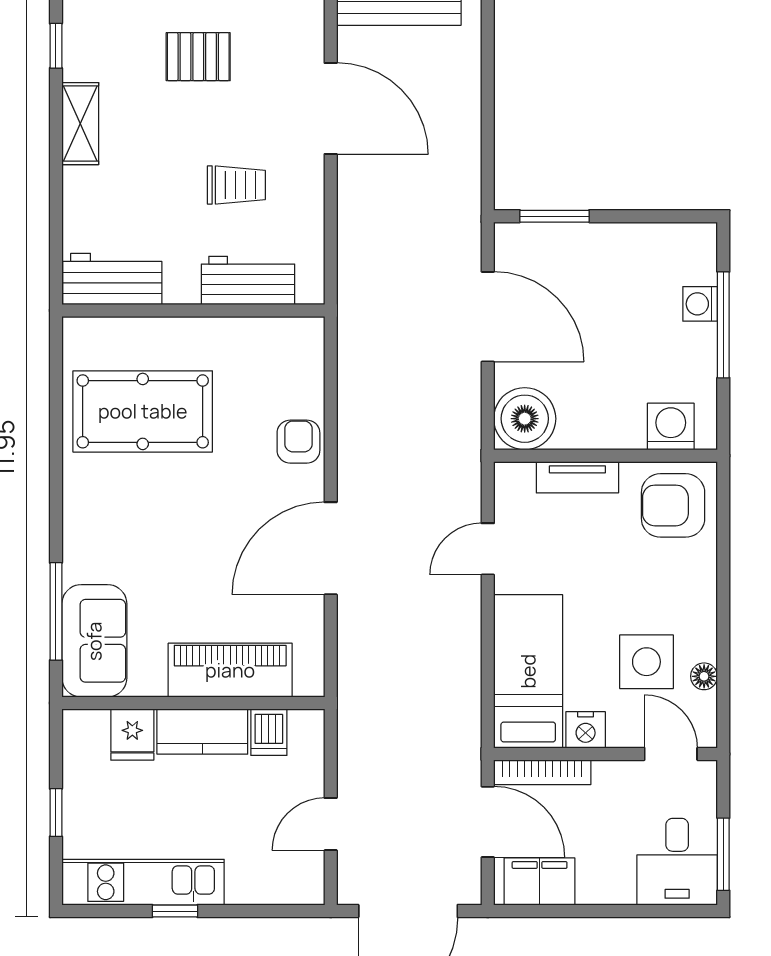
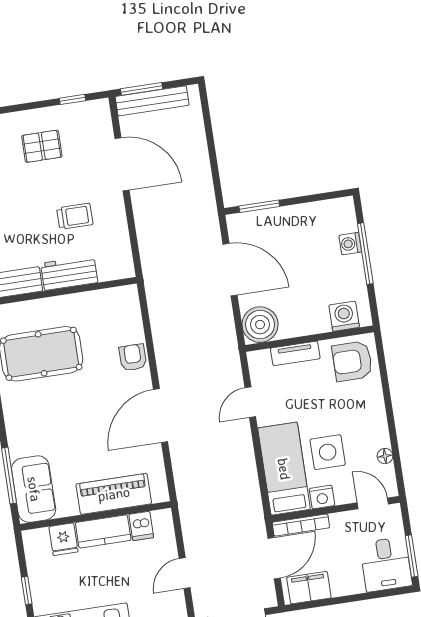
workbench: (248, 280) -> (69, 273), moved
side table: (646, 662) -> (328, 452), moved
door: (488, 822) -> (274, 558), hinge flipped

